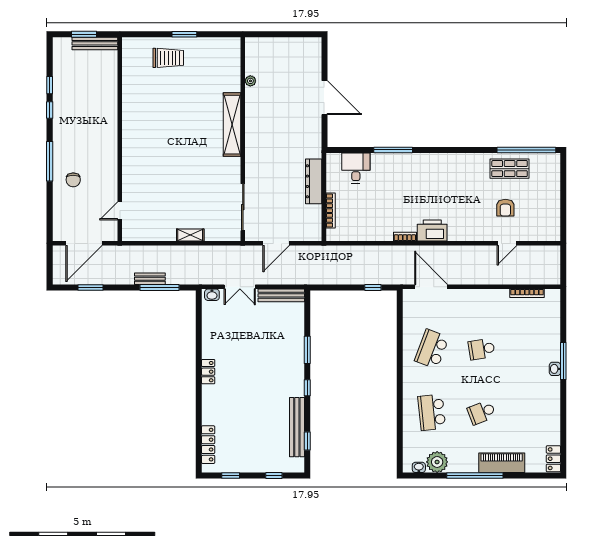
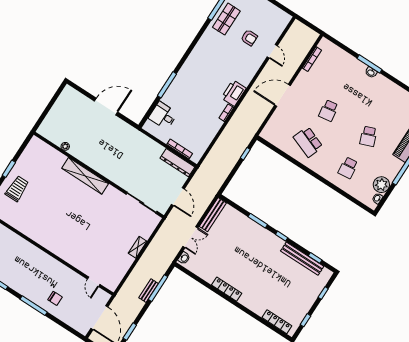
dresser: (314, 181) -> (177, 163), moved
door: (431, 287) -> (283, 95), moved
locker: (208, 372) -> (227, 289), width x1.53
school desk: (432, 412) -> (348, 168), width x0.54

